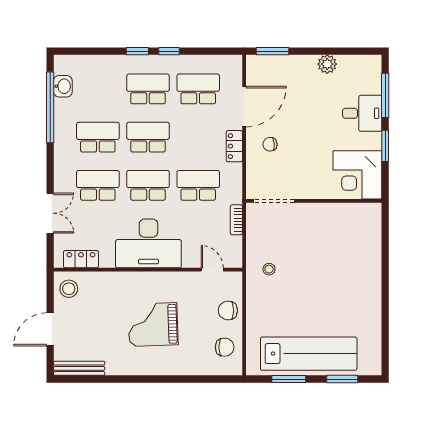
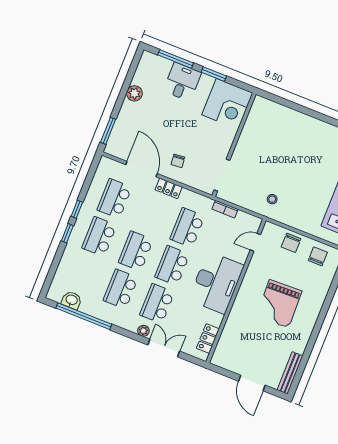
plant: (61, 182) -> (143, 331), added
stool: (69, 289) -> (227, 357), removed

